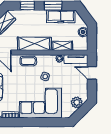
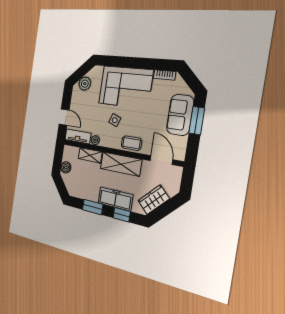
freezer: (61, 16) -> (115, 199), moved

